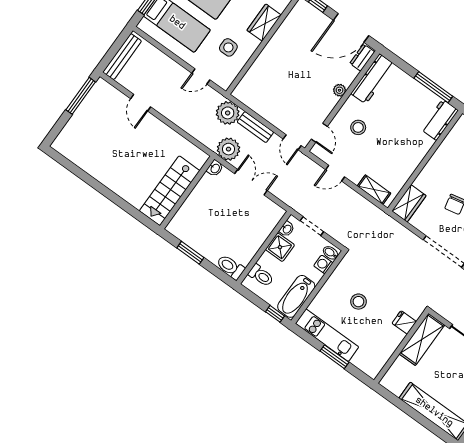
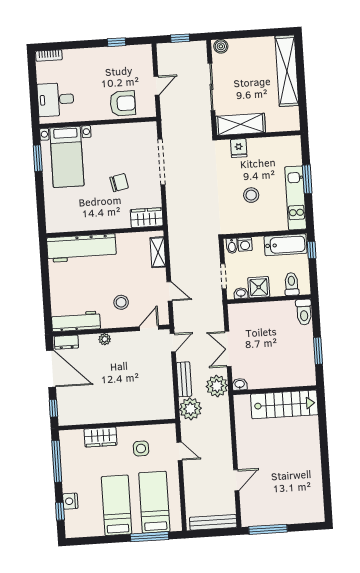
window: (433, 87) -> (45, 271), removed
workbench: (440, 120) -> (81, 248), width x1.88, depth x1.32

